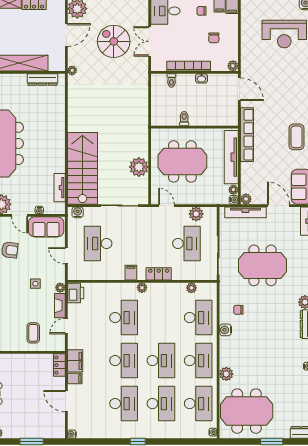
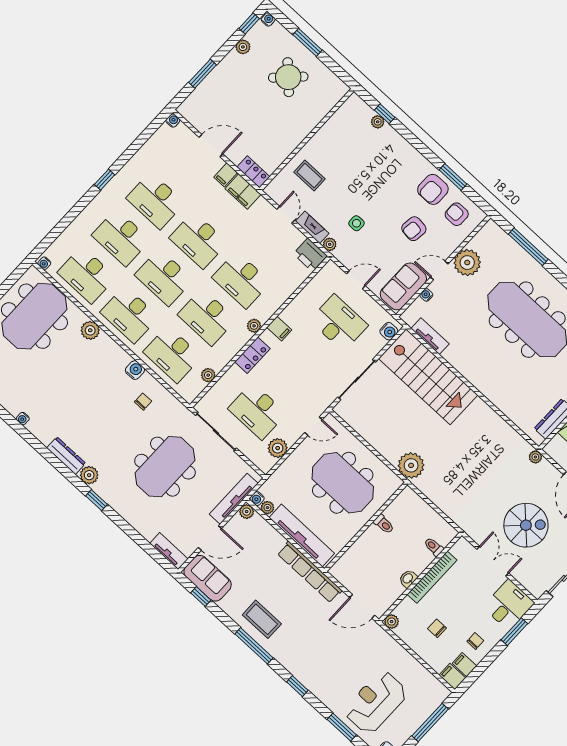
meeting table: (182, 161) -> (343, 483), turned 90
plant: (139, 167) -> (411, 465), moved
desk: (161, 318) -> (207, 317), added

